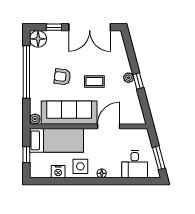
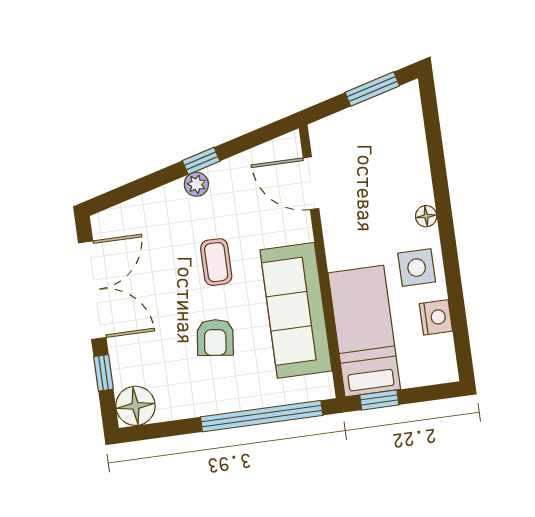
window: (26, 72) -> (262, 416), moved
plant: (35, 119) -> (322, 387), removed
door: (109, 126) -> (311, 183), moved
window: (26, 155) -> (379, 400), moved
desk: (135, 164) -> (394, 143), removed

